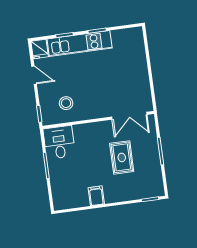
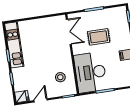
kitchen unit: (80, 43) -> (14, 45), moved
desk: (59, 142) -> (90, 72), width x1.87, depth x1.30

